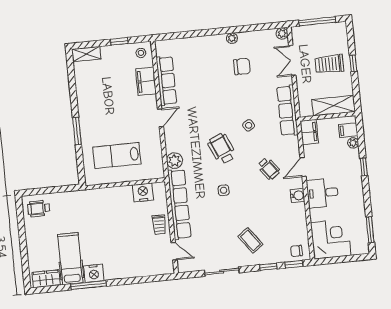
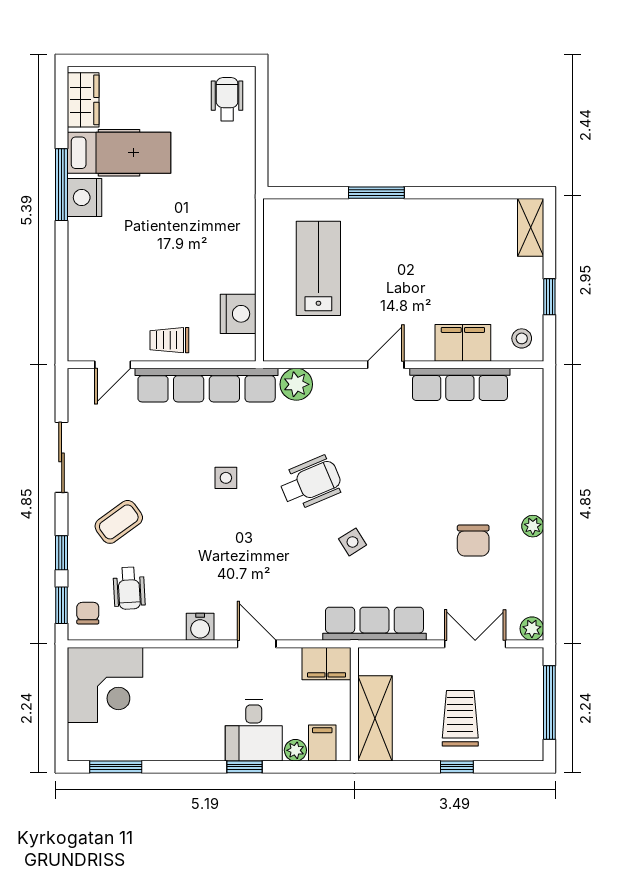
door: (160, 118) -> (386, 365), swing flipped
wheelchair: (269, 169) -> (129, 588), moved, turned -56
desk: (323, 193) -> (254, 731), moved, turned 180

